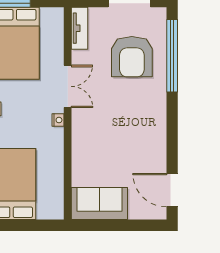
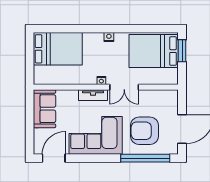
tv unit: (79, 28) -> (93, 95), moved
corner sofa: (139, 128) -> (96, 135), added

